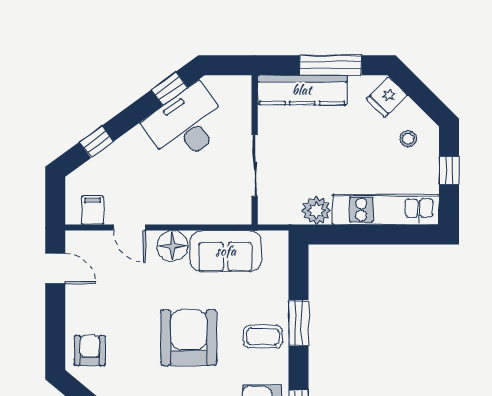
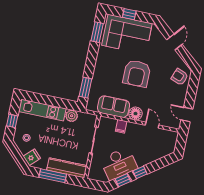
window: (96, 142) -> (140, 172), moved
filing cabinet: (93, 210) -> (121, 126), moved
window: (299, 323) -> (85, 88), moved
coffee table: (263, 337) -> (105, 67), removed
armchair: (90, 350) -> (180, 77), turned 111

